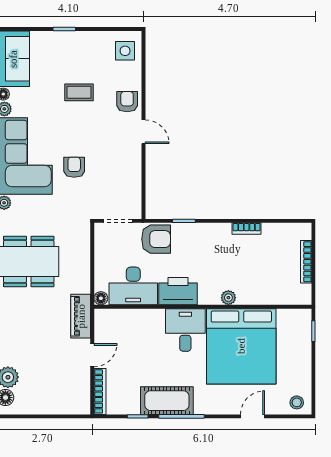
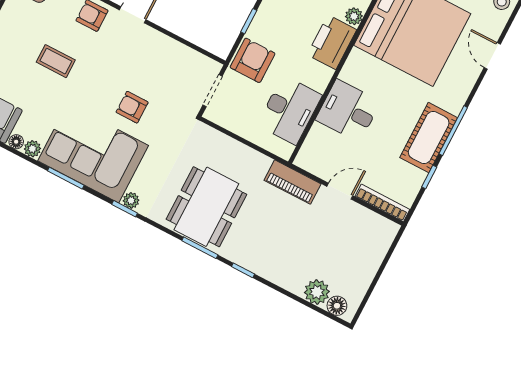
coffee table: (79, 92) -> (56, 61), turned 90
printer: (178, 291) -> (332, 42), moved
floor lamp: (101, 298) -> (285, 151), removed
desk: (185, 330) -> (348, 111), moved
door: (92, 355) -> (340, 191), hinge flipped

